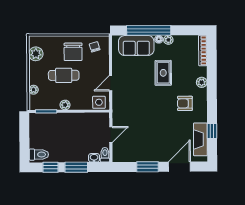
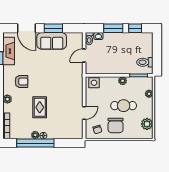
window: (149, 30) -> (35, 143), moved
sofa: (136, 46) -> (52, 41), moved, turned 180
chair: (73, 52) -> (116, 125), turned 180
door: (111, 83) -> (84, 113), moved
toilet: (39, 155) -> (145, 62), moved
door: (179, 167) -> (26, 28), hinge flipped

